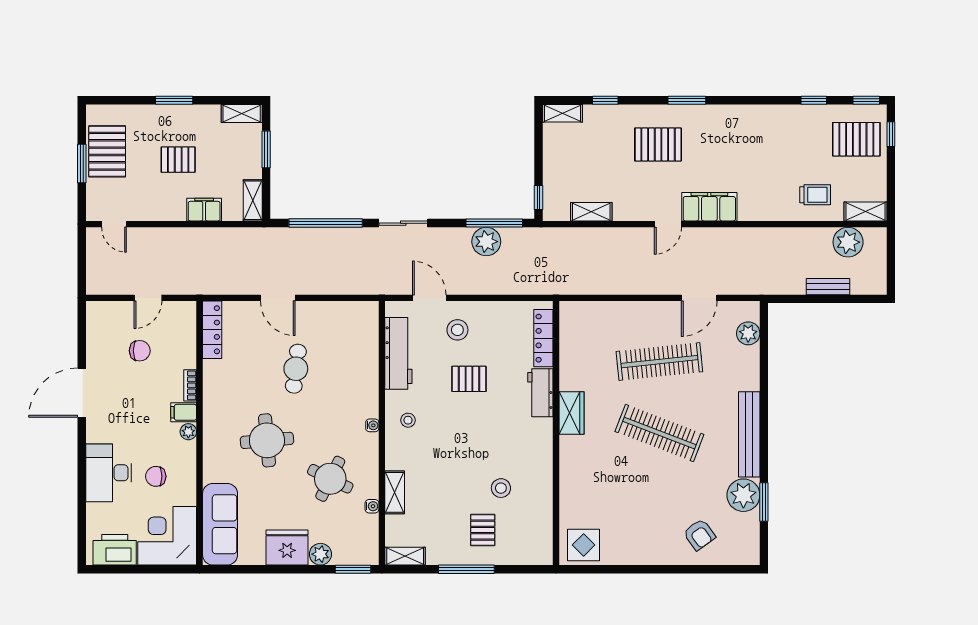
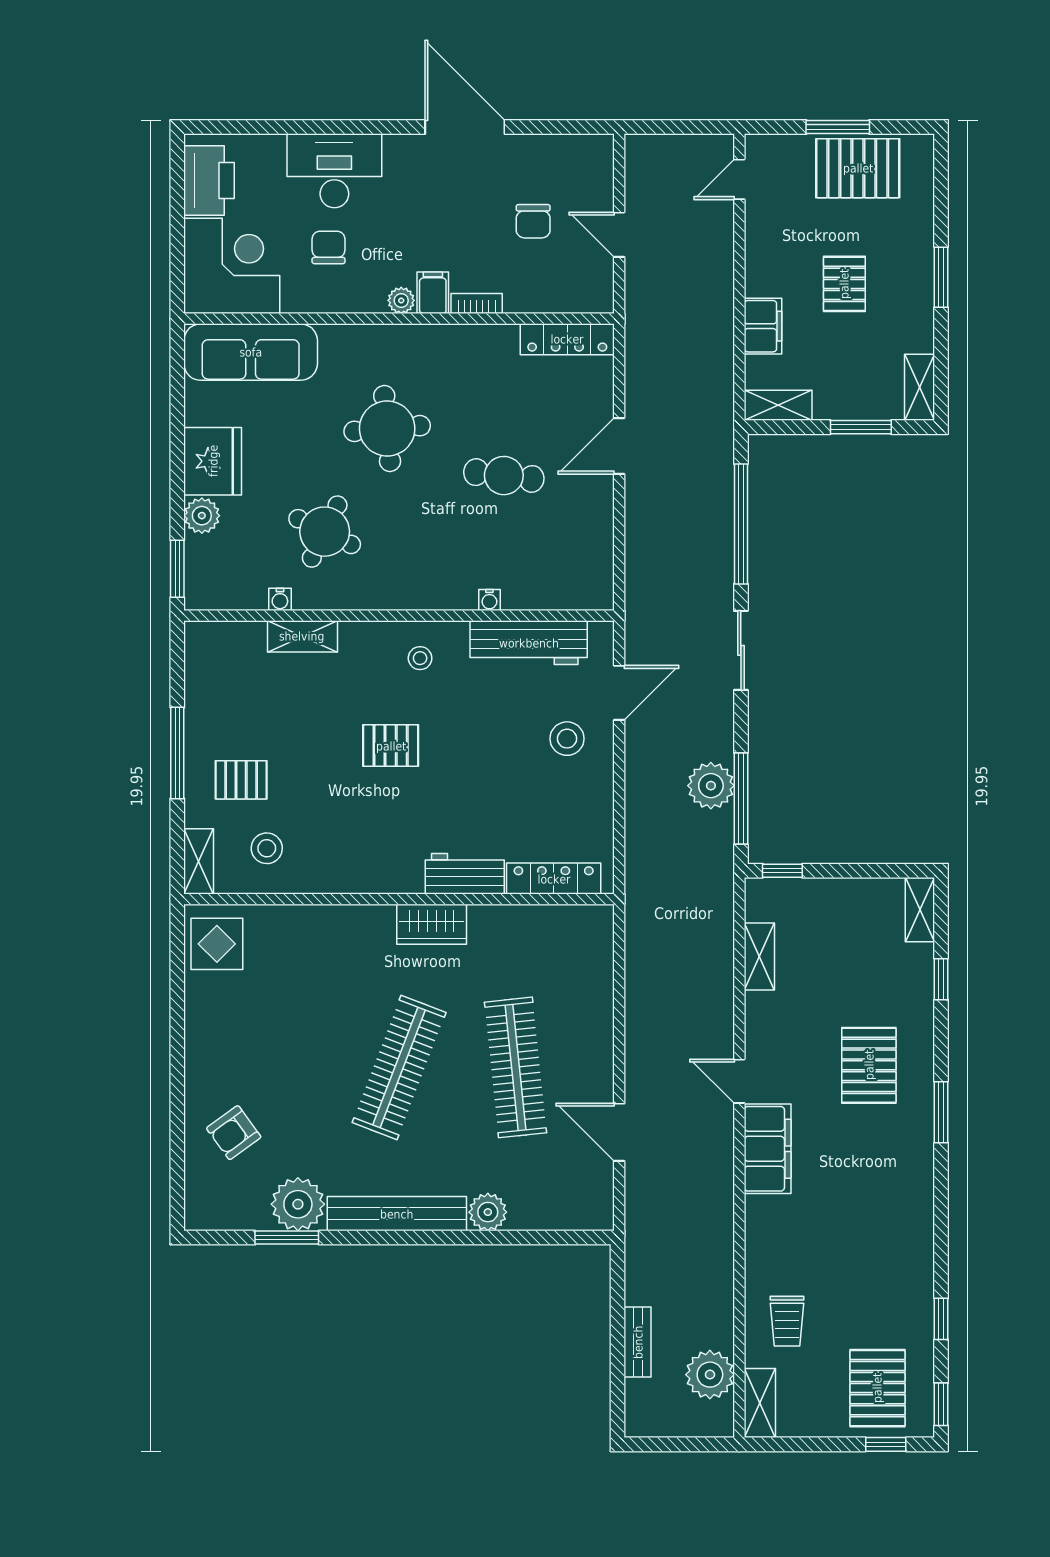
plant: (748, 333) -> (488, 1212), moved
pallet: (469, 379) -> (391, 746), moved, turned 90
water cooler: (372, 425) -> (489, 600), moved
stool: (501, 488) -> (267, 848), moved
shelving: (405, 556) -> (199, 861), moved

